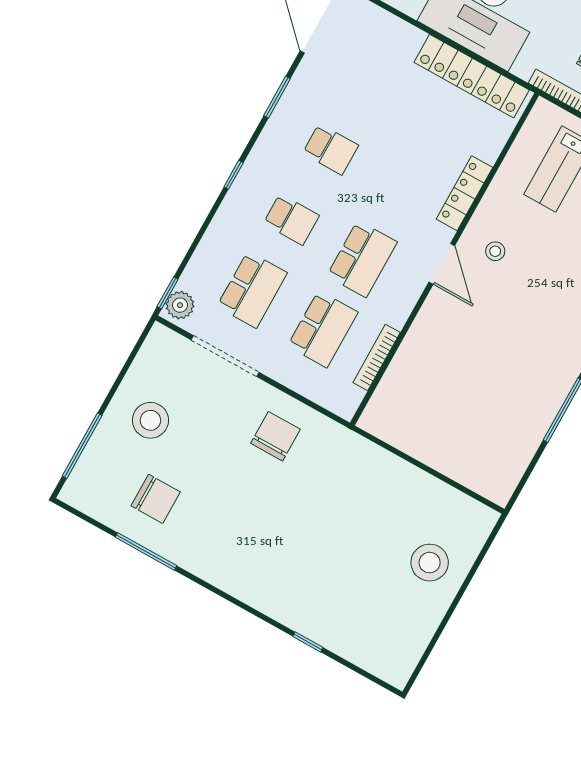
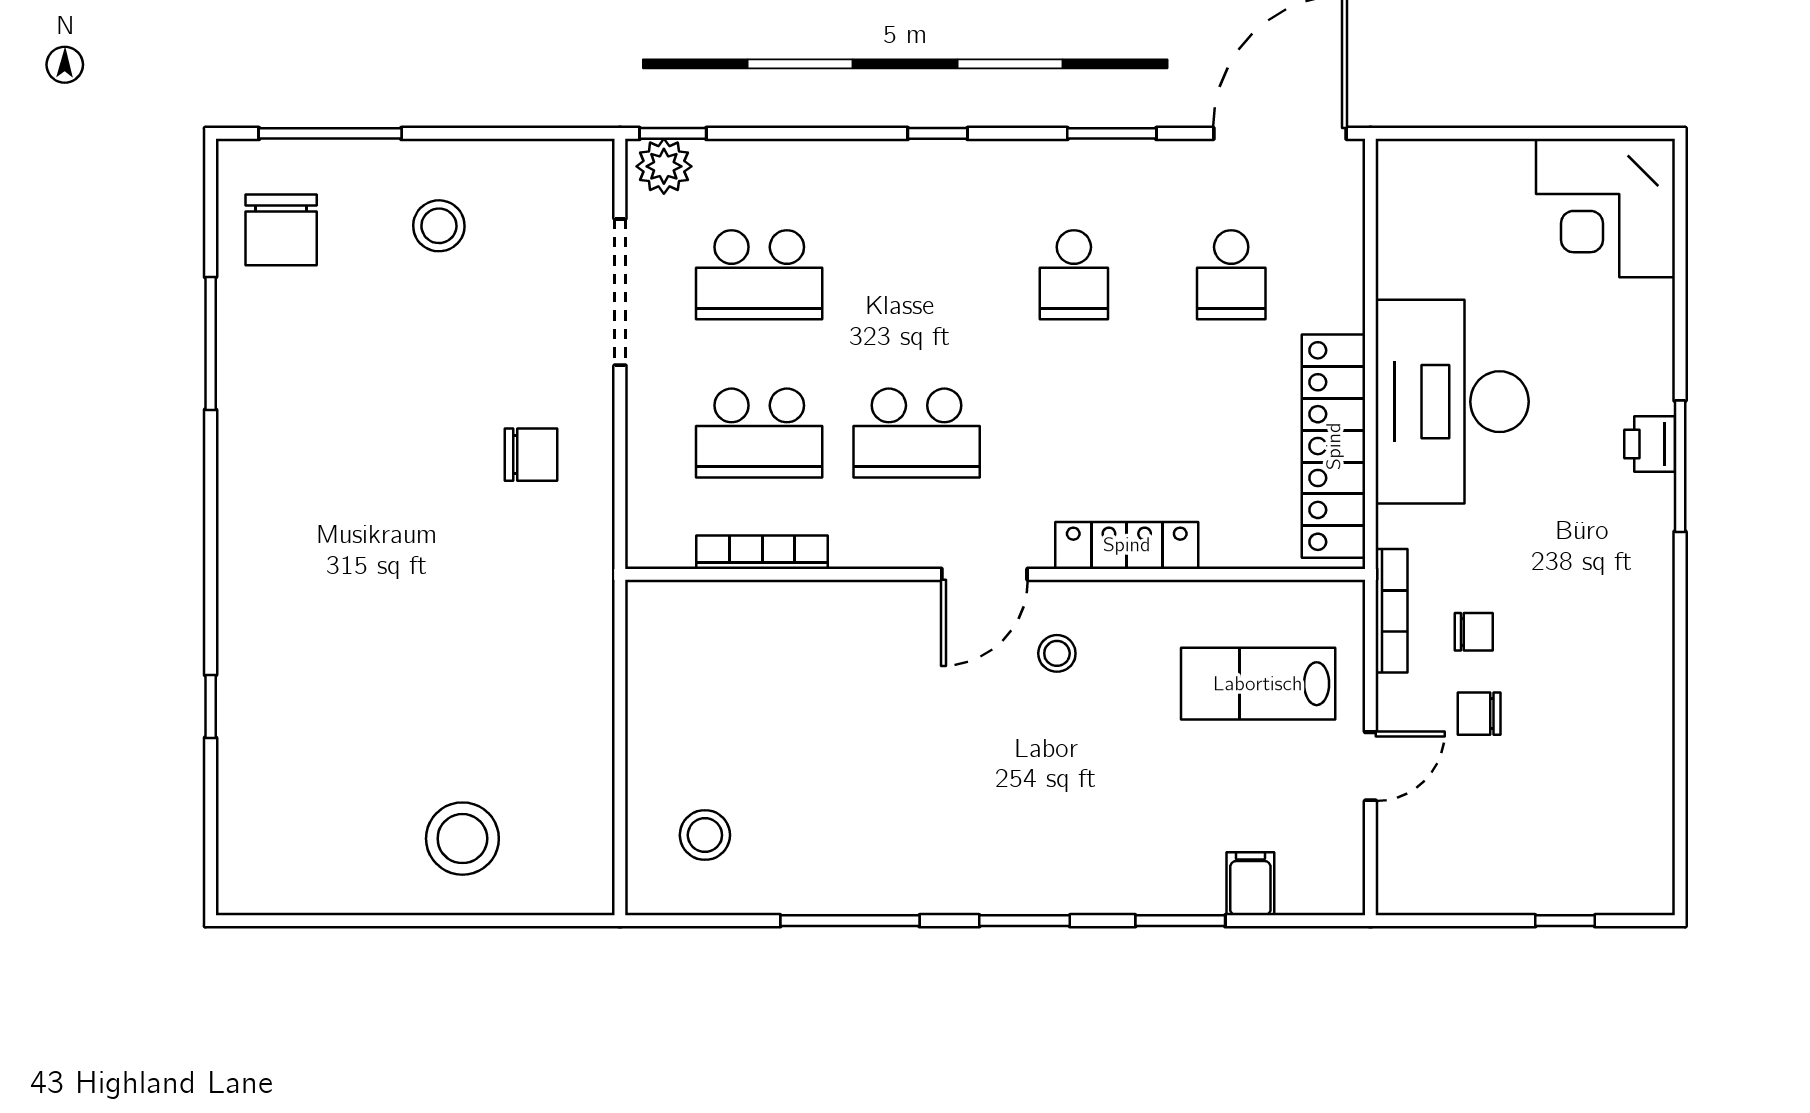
school desk: (291, 219) -> (1231, 275), moved
stool: (150, 420) -> (439, 226), width x0.73, depth x0.73
chair: (275, 436) -> (531, 455), width x0.73, depth x0.73
stool: (488, 454) -> (705, 835), added
chair: (156, 499) -> (281, 230), moved

